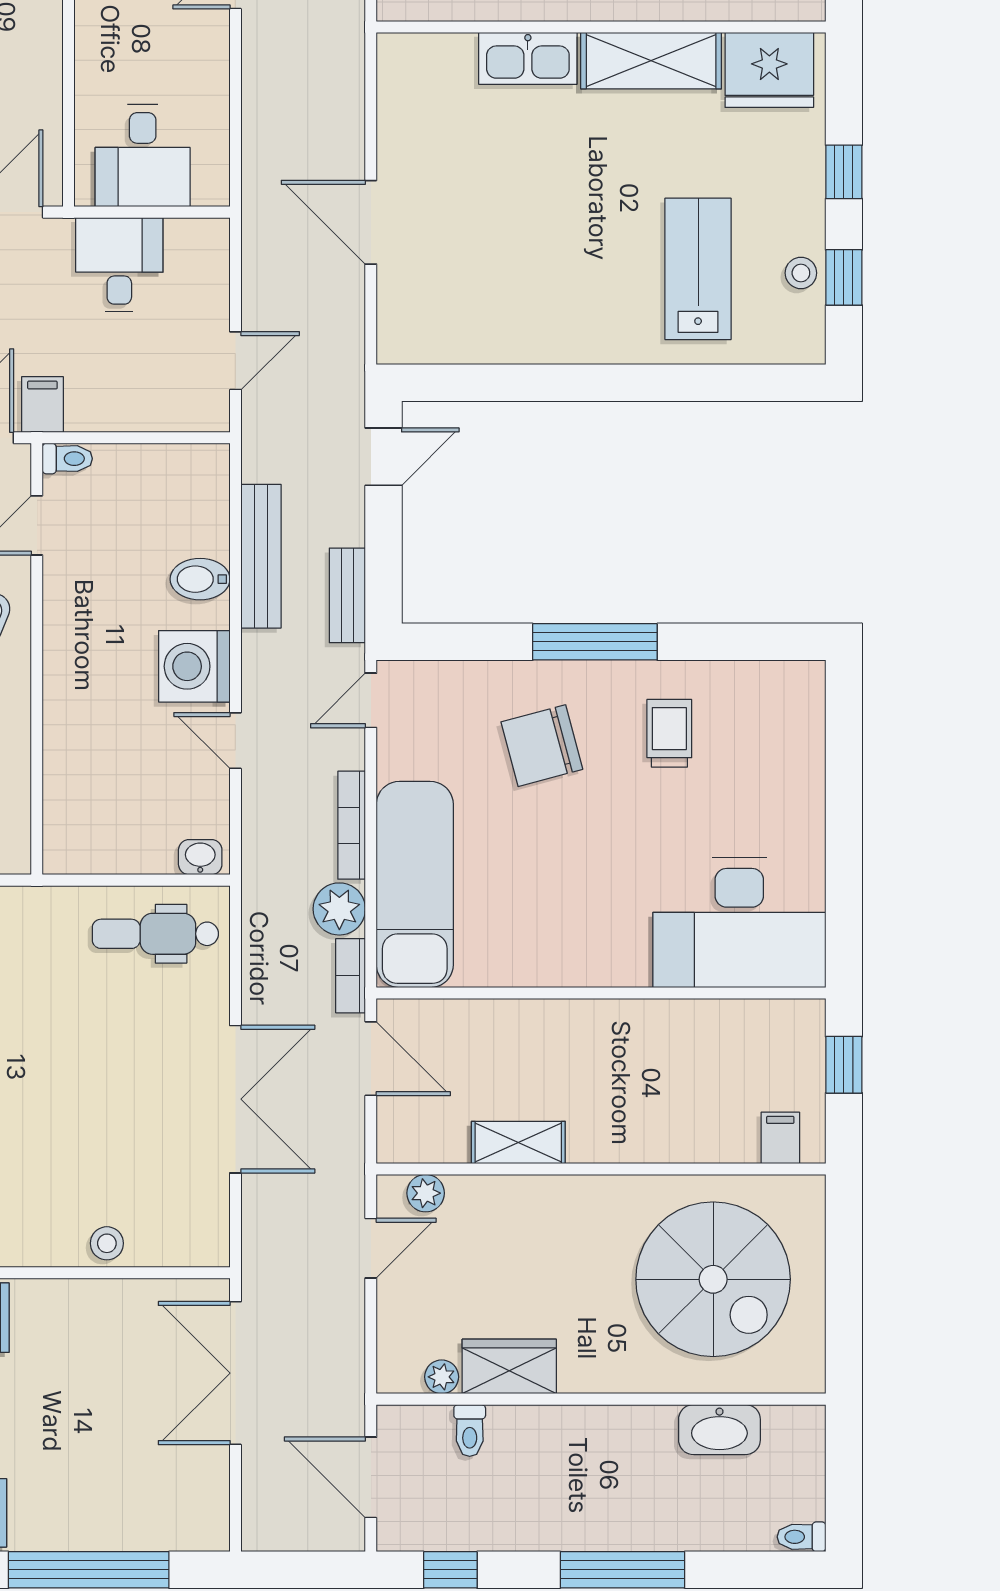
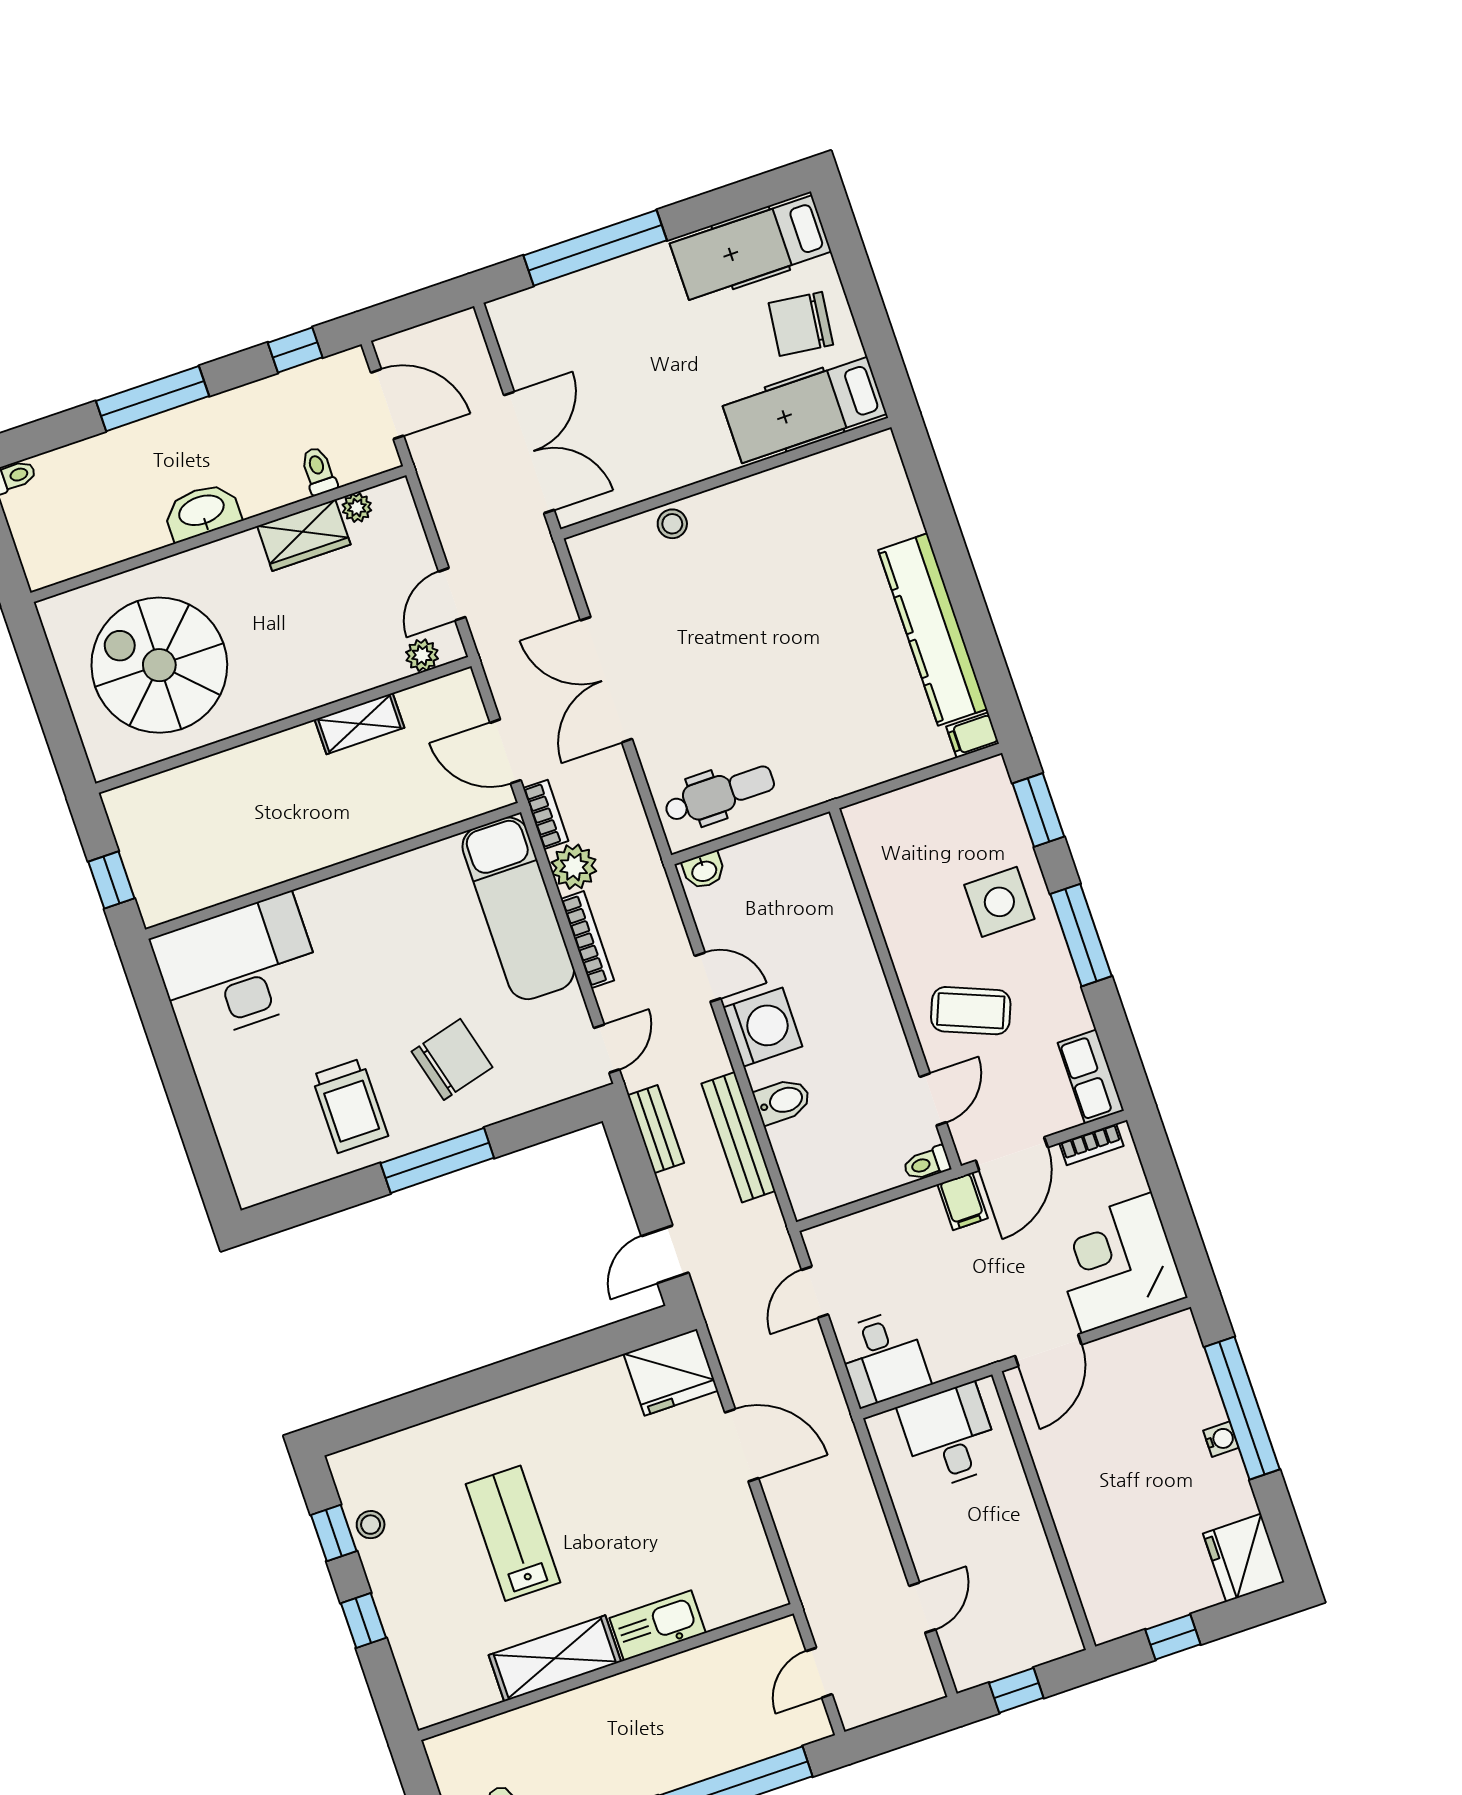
fridge: (769, 70) -> (671, 1372), moved, turned 180
desk: (119, 265) -> (883, 1358), moved
lab bench: (698, 269) -> (513, 1533), moved, turned 180
trolley: (669, 733) -> (350, 1106), width x1.36, depth x1.39
filing cabinet: (780, 1138) -> (143, 801), removed
washbasin: (719, 1430) -> (202, 511), moved

